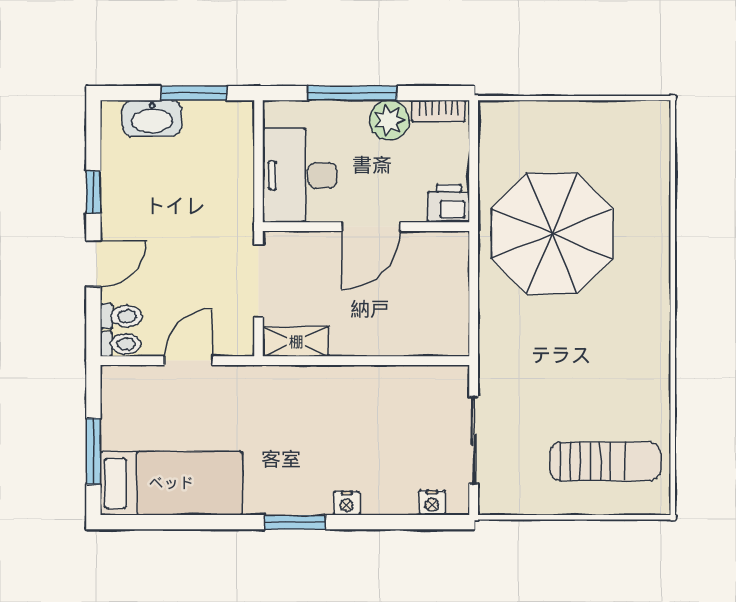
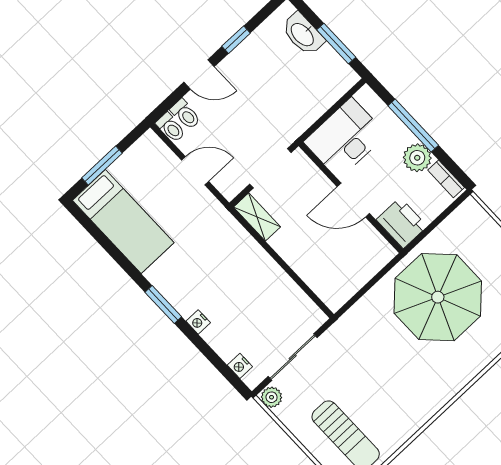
printer: (449, 203) -> (402, 223), width x1.36, depth x1.24
plant: (495, 500) -> (272, 397), added

